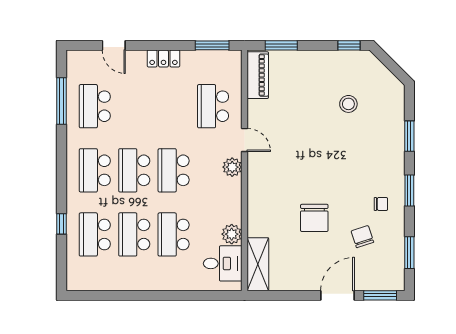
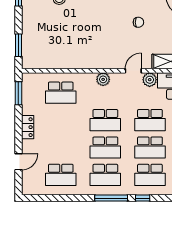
piano: (258, 75) -> (39, 62), removed
window: (62, 101) -> (111, 198), moved
door: (244, 140) -> (133, 71), moved
chair: (314, 218) -> (138, 22), width x0.54, depth x0.54

